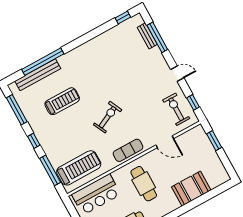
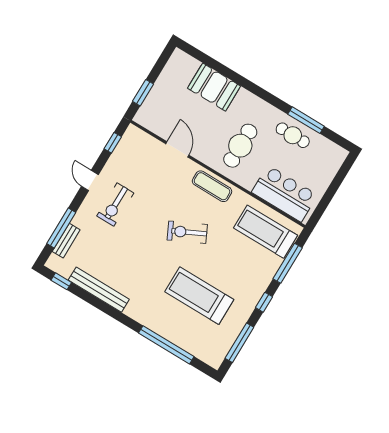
bench: (38, 75) -> (99, 290), moved
treadmill: (62, 101) -> (199, 296), width x1.37, depth x1.38
exercise bike: (176, 109) -> (115, 204), moved

